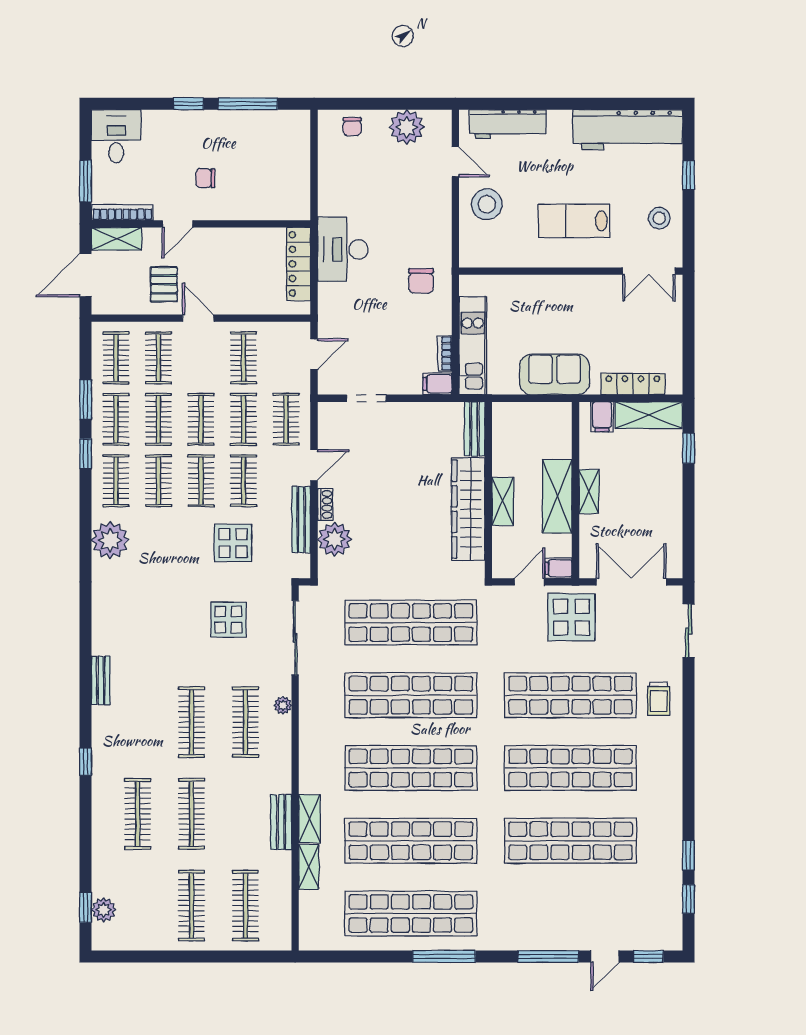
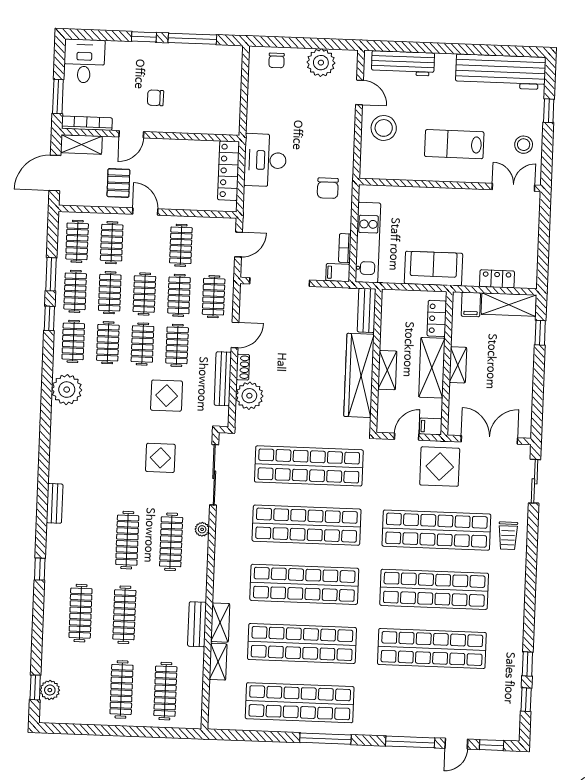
double door: (649, 271) -> (513, 187), swing flipped
locker: (633, 384) -> (497, 279), width x0.66
doorway: (366, 398) -> (280, 282), width x1.88
locker: (561, 435) -> (437, 318), added

